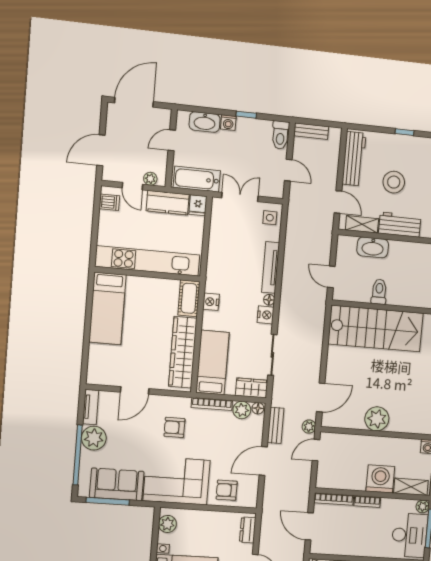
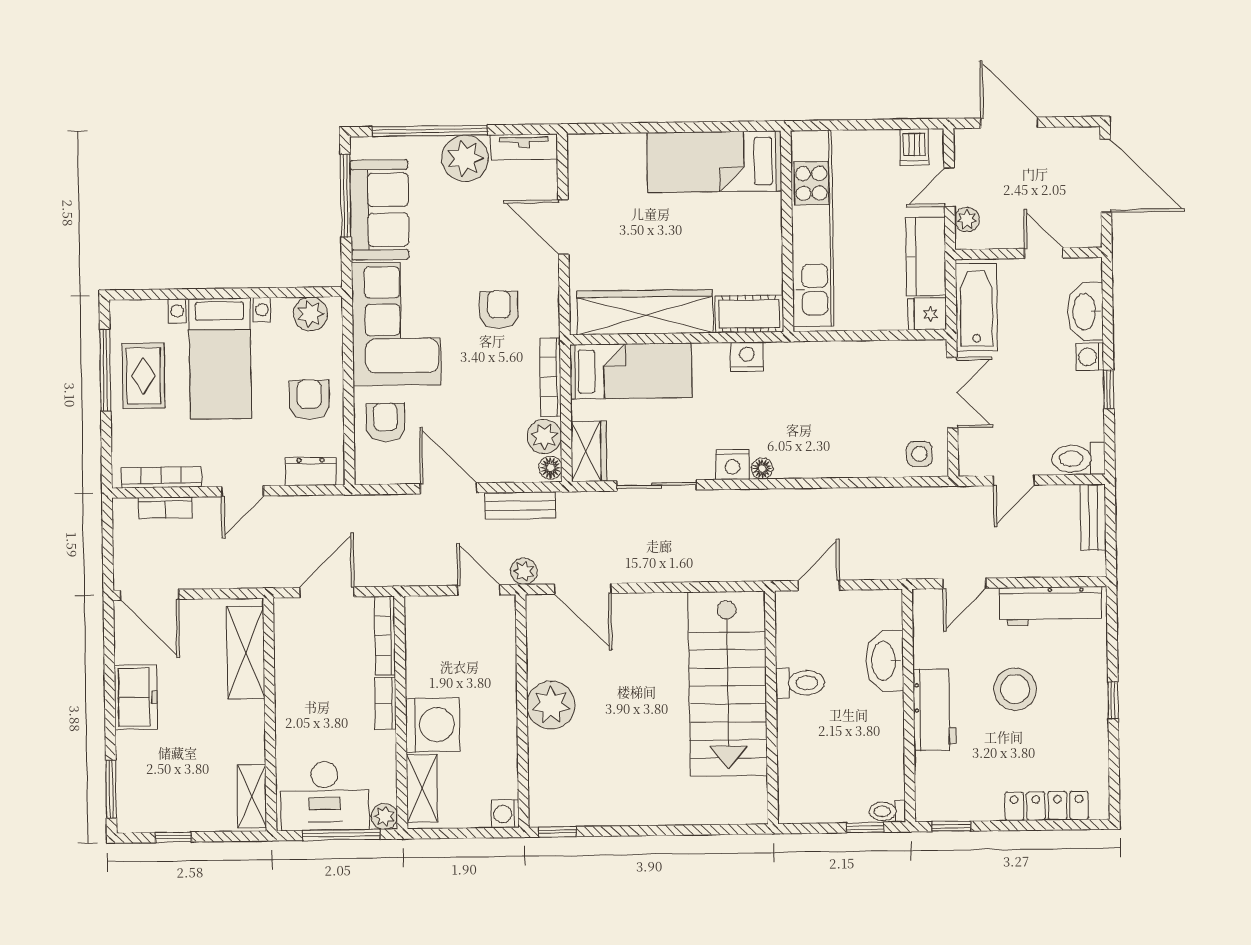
shelving: (362, 224) -> (927, 635), removed
tv unit: (271, 267) -> (825, 465), removed
armchair: (211, 528) -> (309, 400), added

